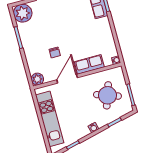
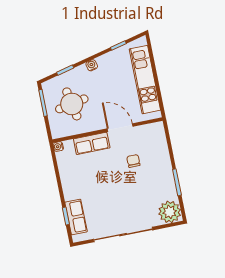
plant: (37, 79) -> (157, 130), removed
door: (67, 79) -> (120, 128), swing flipped
round table: (107, 95) -> (72, 104), turned -30

